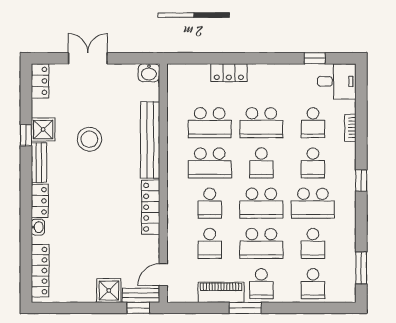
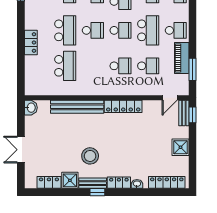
locker: (229, 73) -> (31, 42), moved
locker: (40, 81) -> (49, 182), moved
window: (26, 135) -> (97, 192), moved
stool: (89, 139) -> (90, 156), moved
school desk: (210, 163) -> (93, 66), removed
school desk: (261, 203) -> (121, 30), width x0.54
door: (163, 275) -> (170, 98), hinge flipped
shower: (109, 291) -> (181, 147), moved
window: (245, 308) -> (192, 69), moved

